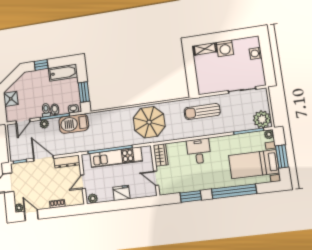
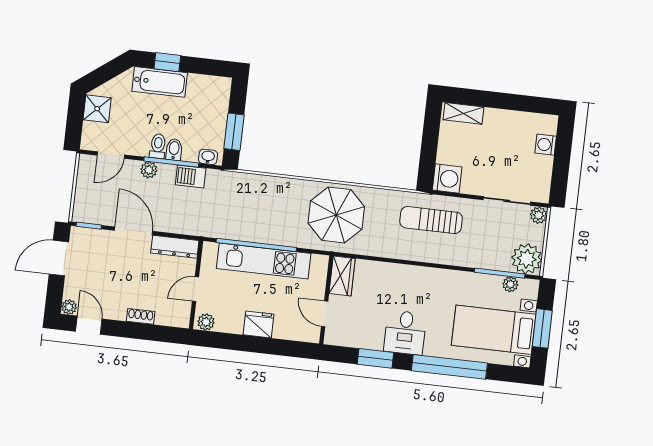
washing machine: (225, 48) -> (447, 179), moved, turned -90
bathtub: (63, 73) -> (160, 82), moved
plant: (262, 93) -> (539, 215), added
barbecue: (74, 124) -> (191, 177), width x0.53, depth x0.65
plant: (269, 134) -> (510, 284), moved
desk: (199, 151) -> (405, 332), moved, turned 180

